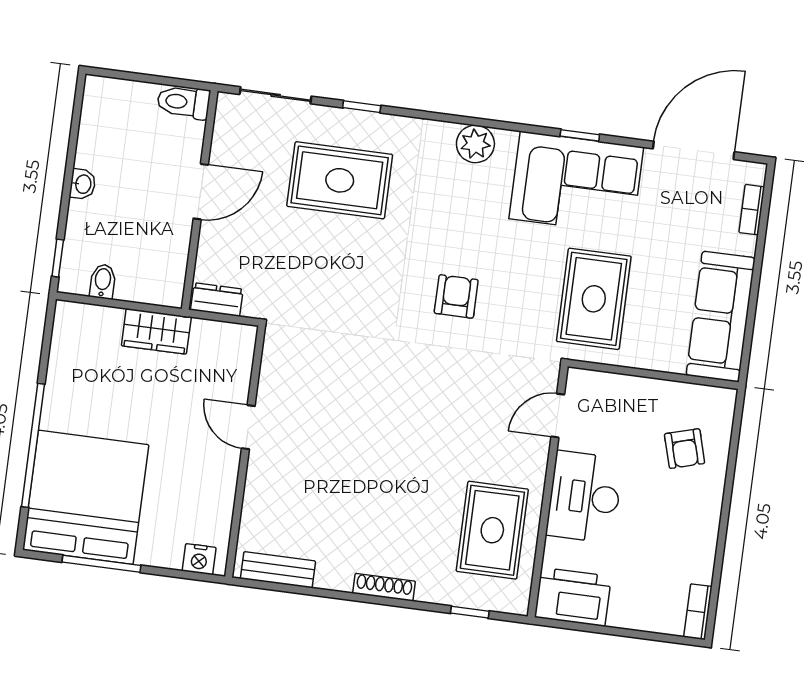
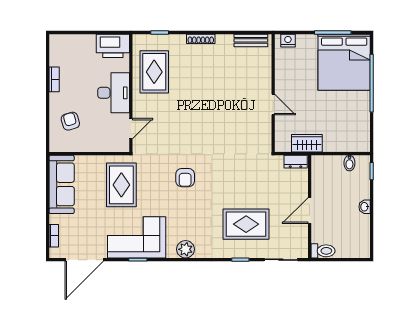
wardrobe: (156, 331) -> (307, 143), moved
bookcase: (698, 612) -> (54, 79), moved

